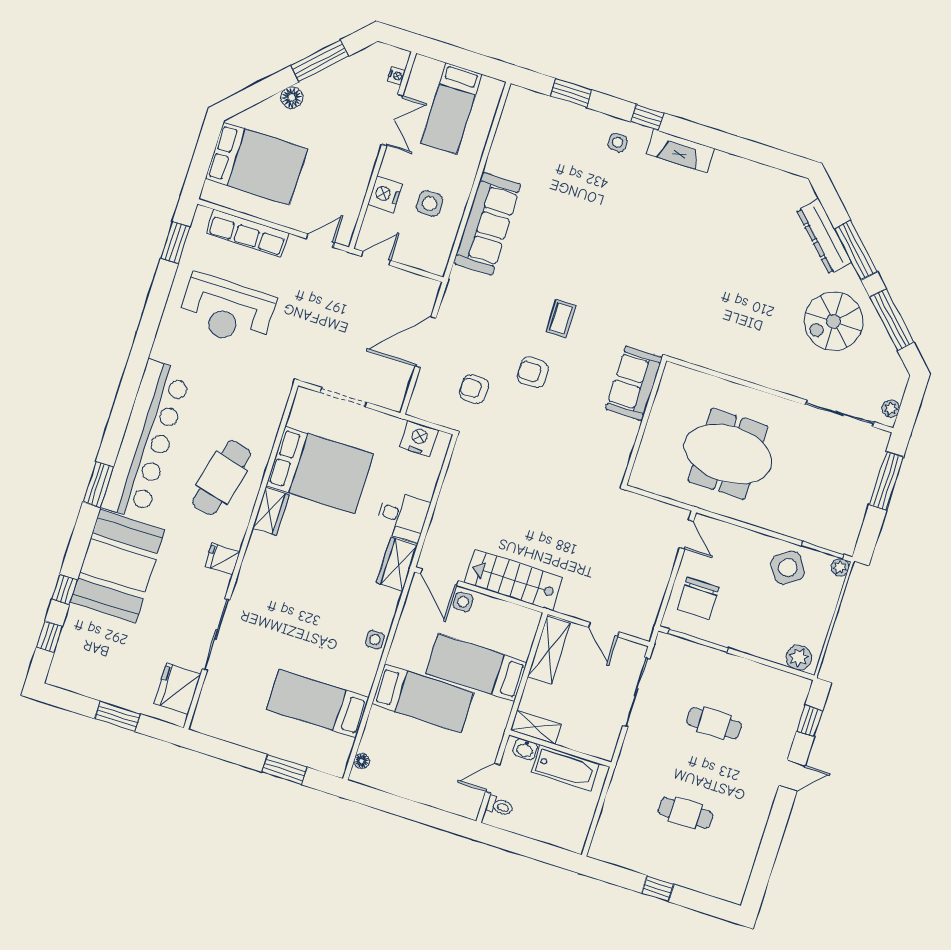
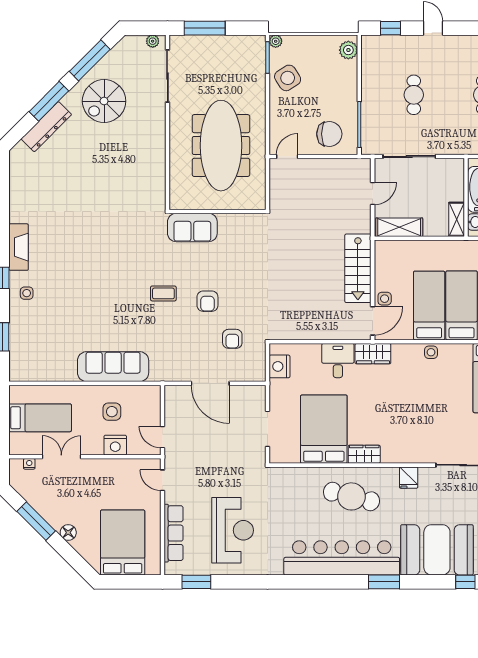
spiral stairs: (833, 321) -> (104, 101), turned 90
meeting table: (728, 454) -> (221, 146), width x1.36
bed: (477, 668) -> (429, 306), moved, turned 180

